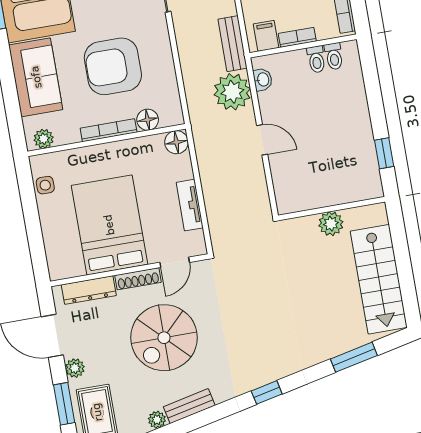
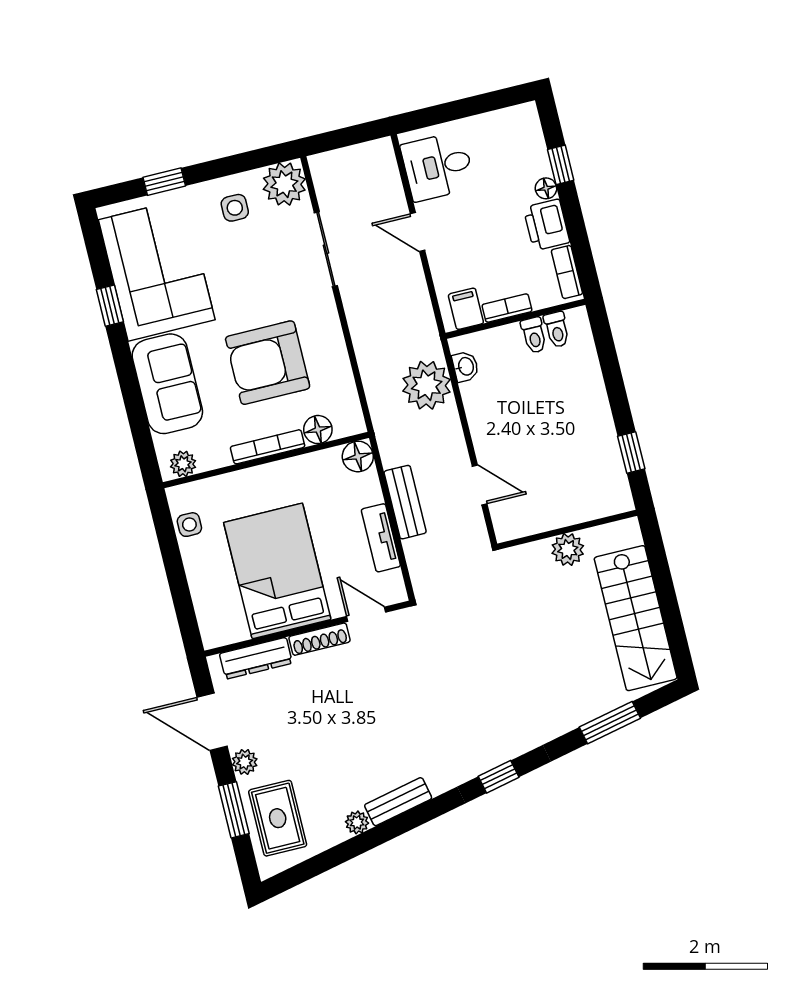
bench: (233, 44) -> (405, 502), moved
door: (262, 140) -> (480, 485), moved
door: (175, 262) -> (366, 614), swing flipped
spiral stairs: (164, 338) -> (359, 714), removed

